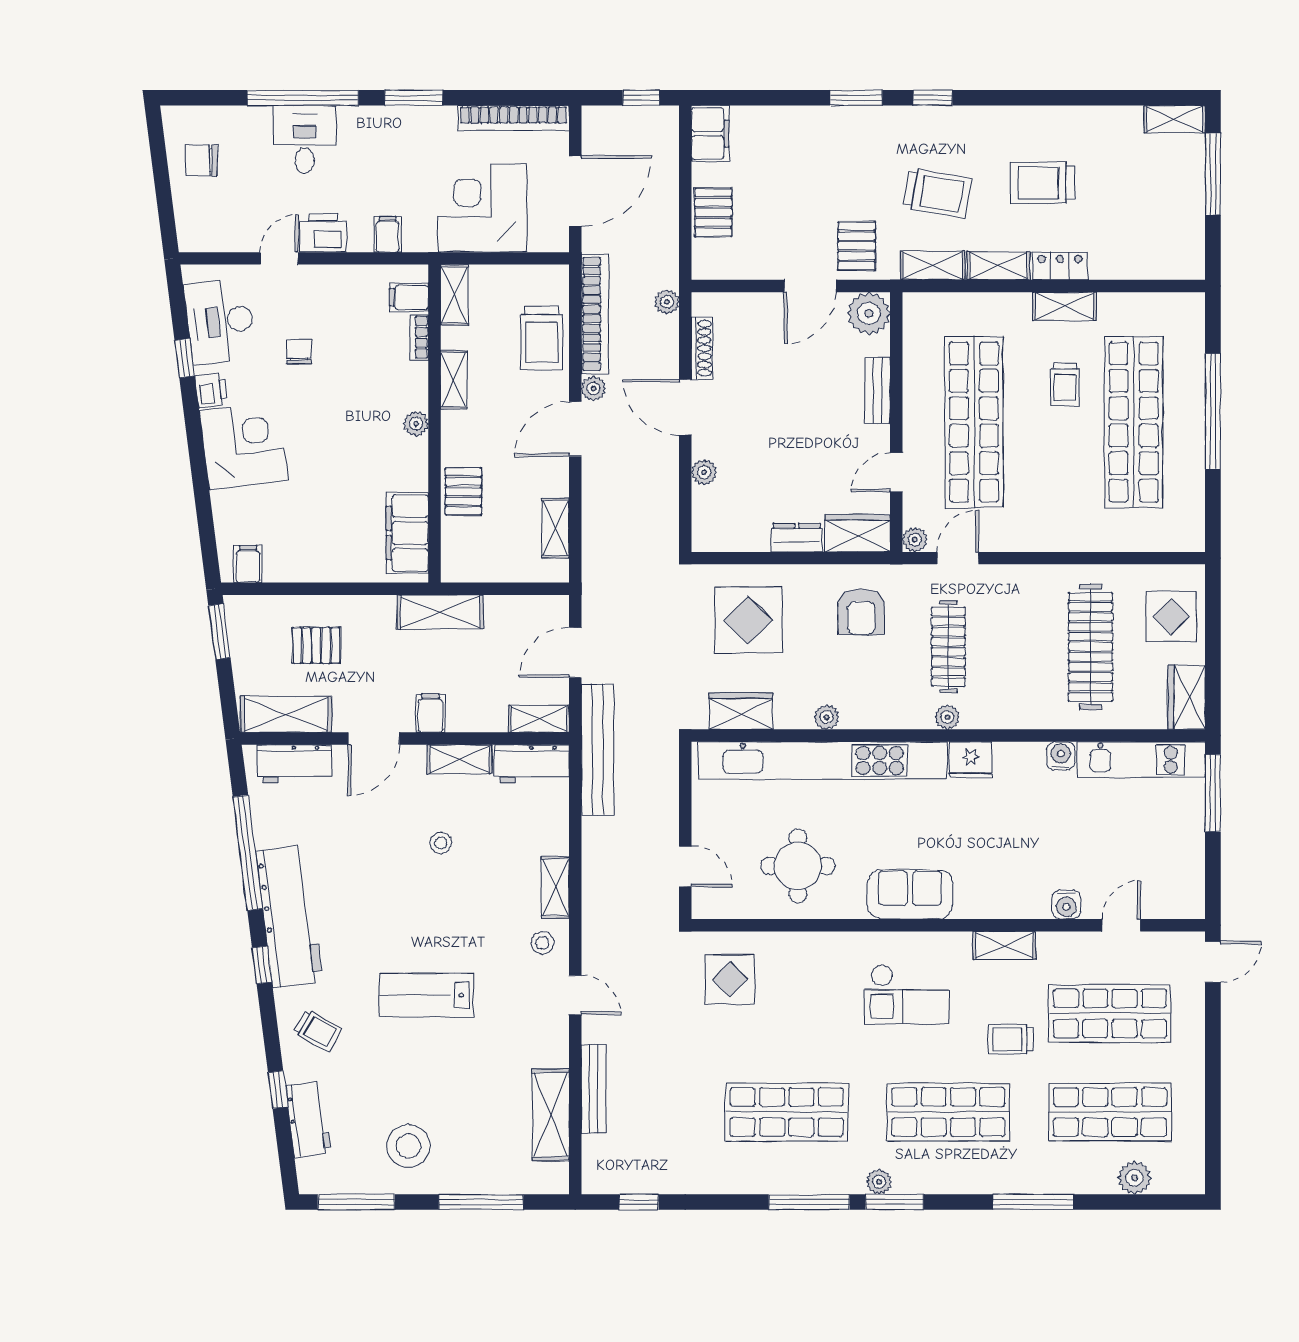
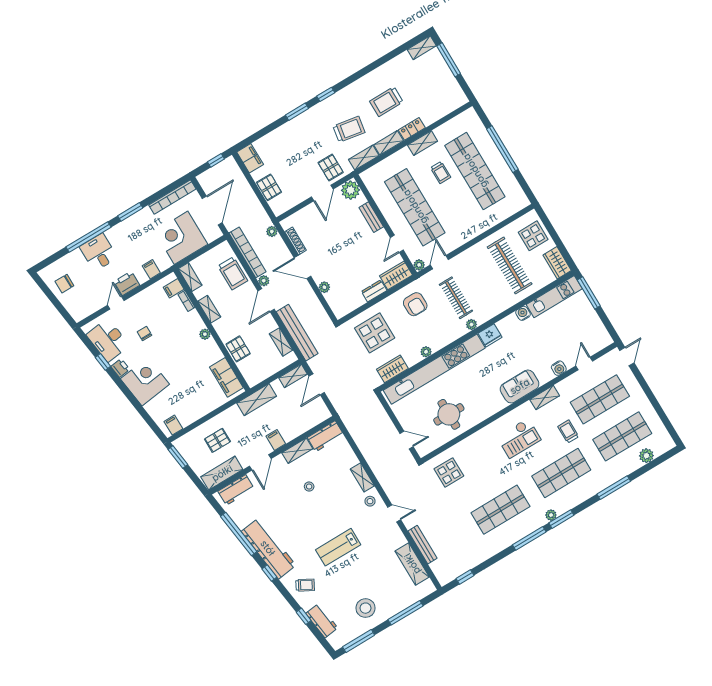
shelving: (539, 719) -> (293, 376), moved
bench: (598, 750) -> (297, 333), moved
sofa: (910, 894) -> (520, 386), moved
trolley: (1010, 1039) -> (568, 432), turned 90

